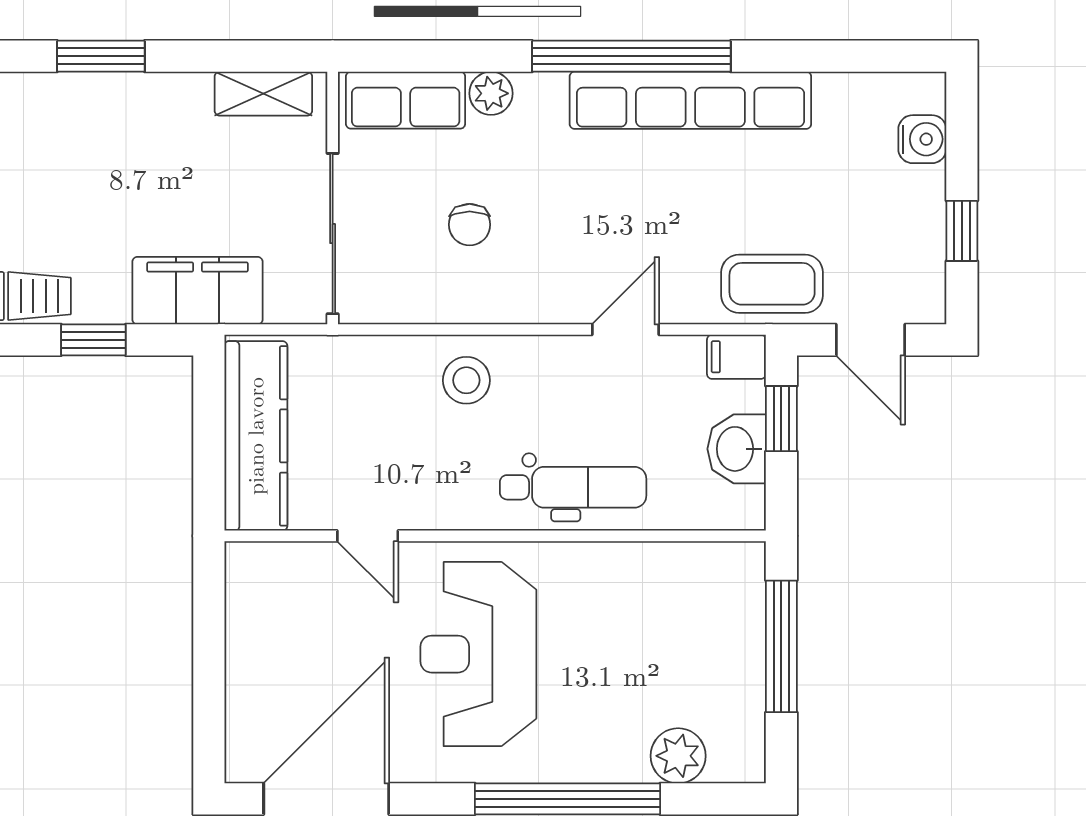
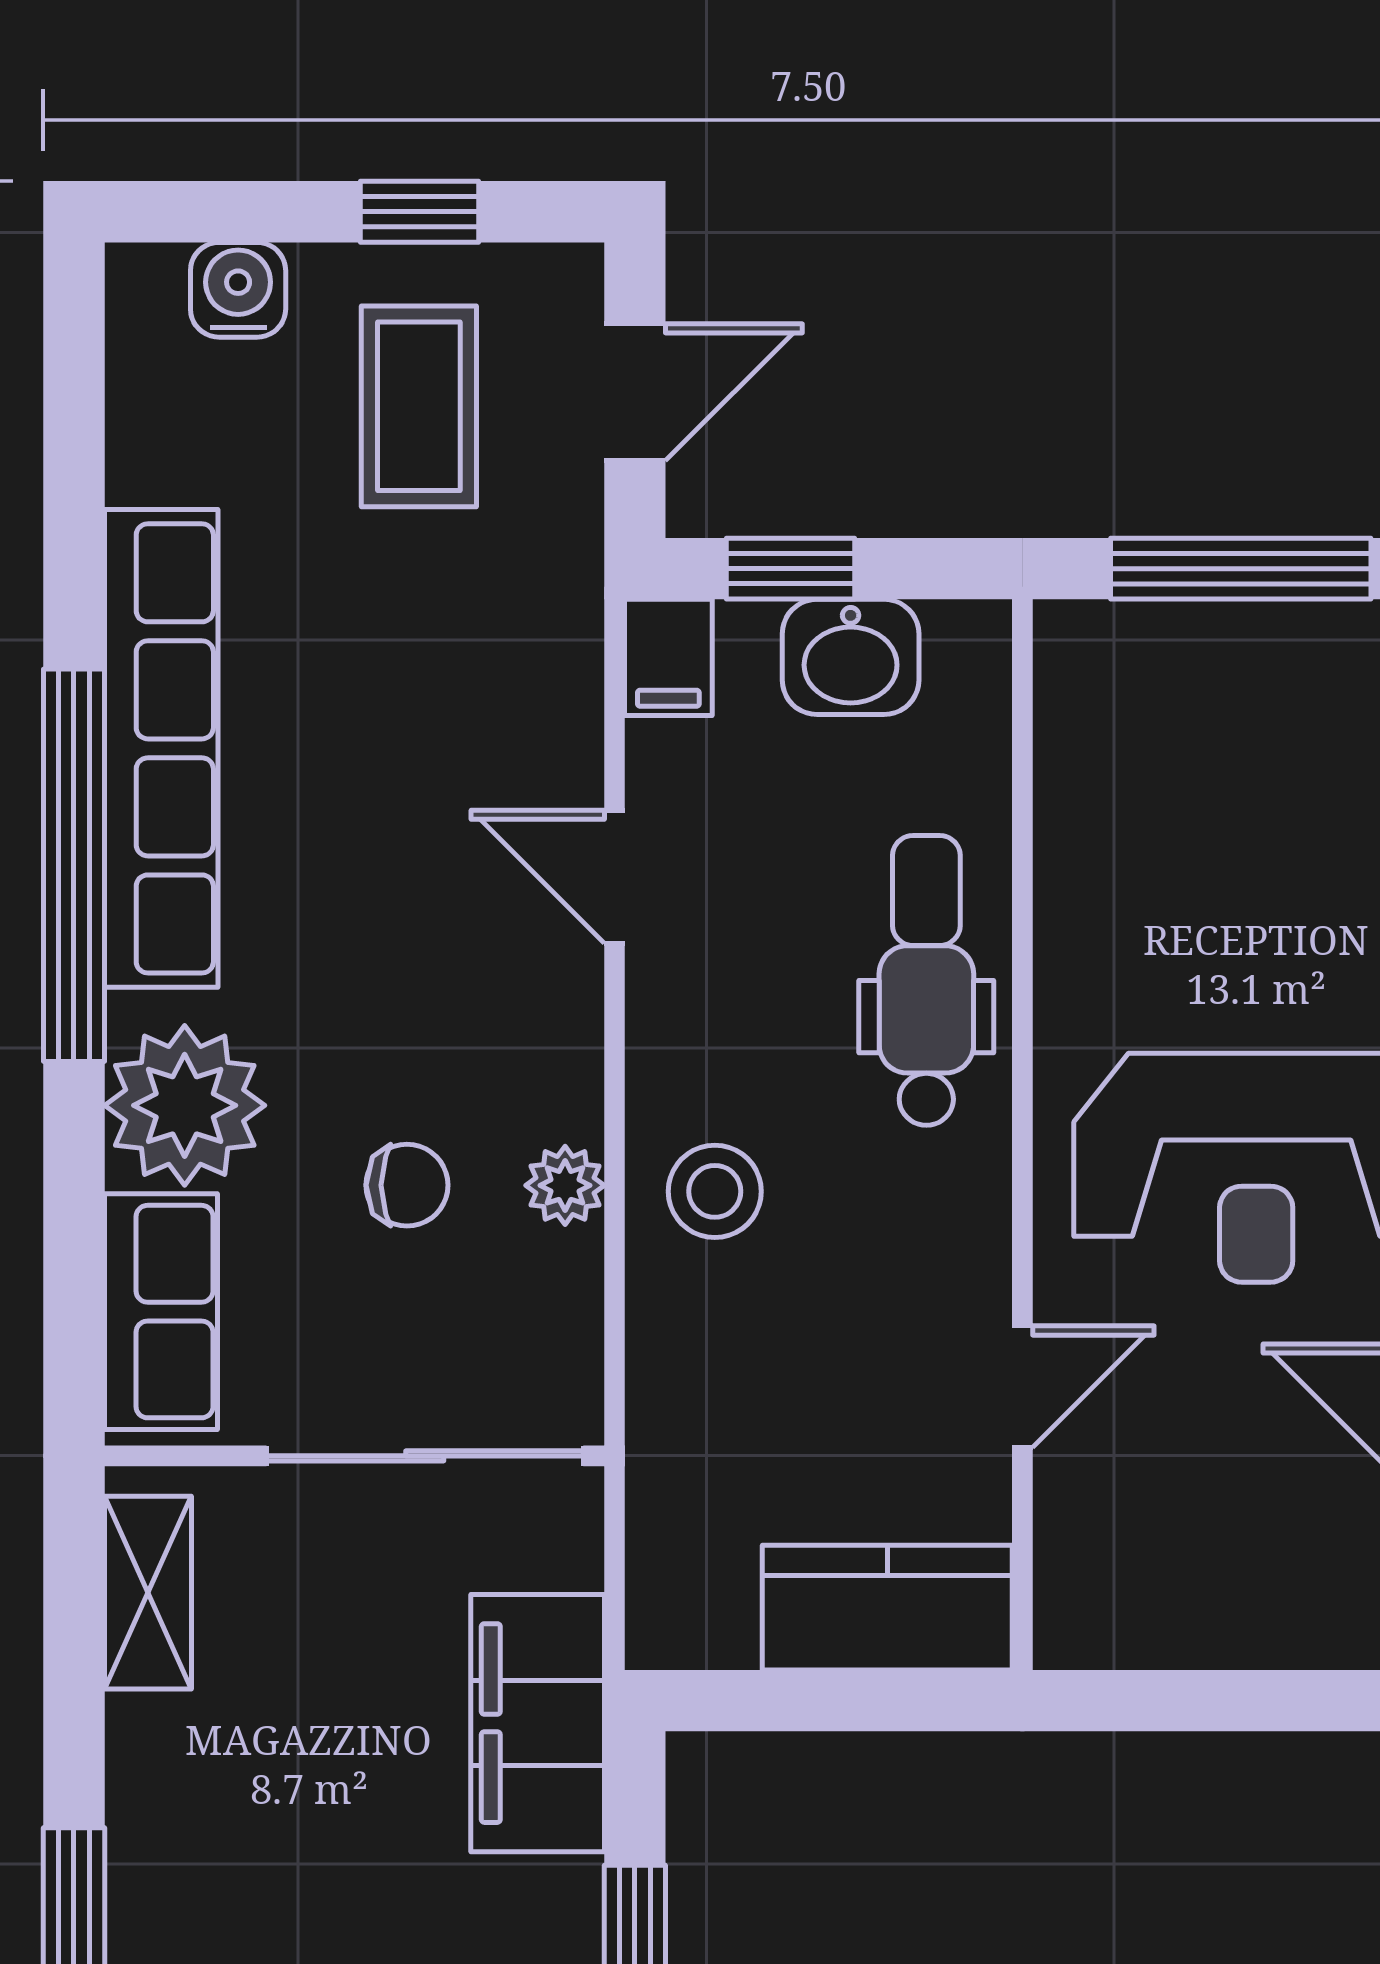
plant: (491, 93) -> (185, 1105), width x1.88, depth x1.88
coffee table: (772, 284) -> (419, 406), moved
plant: (469, 305) -> (565, 1185), added
kitchen counter: (256, 436) -> (887, 1608), width x0.67

